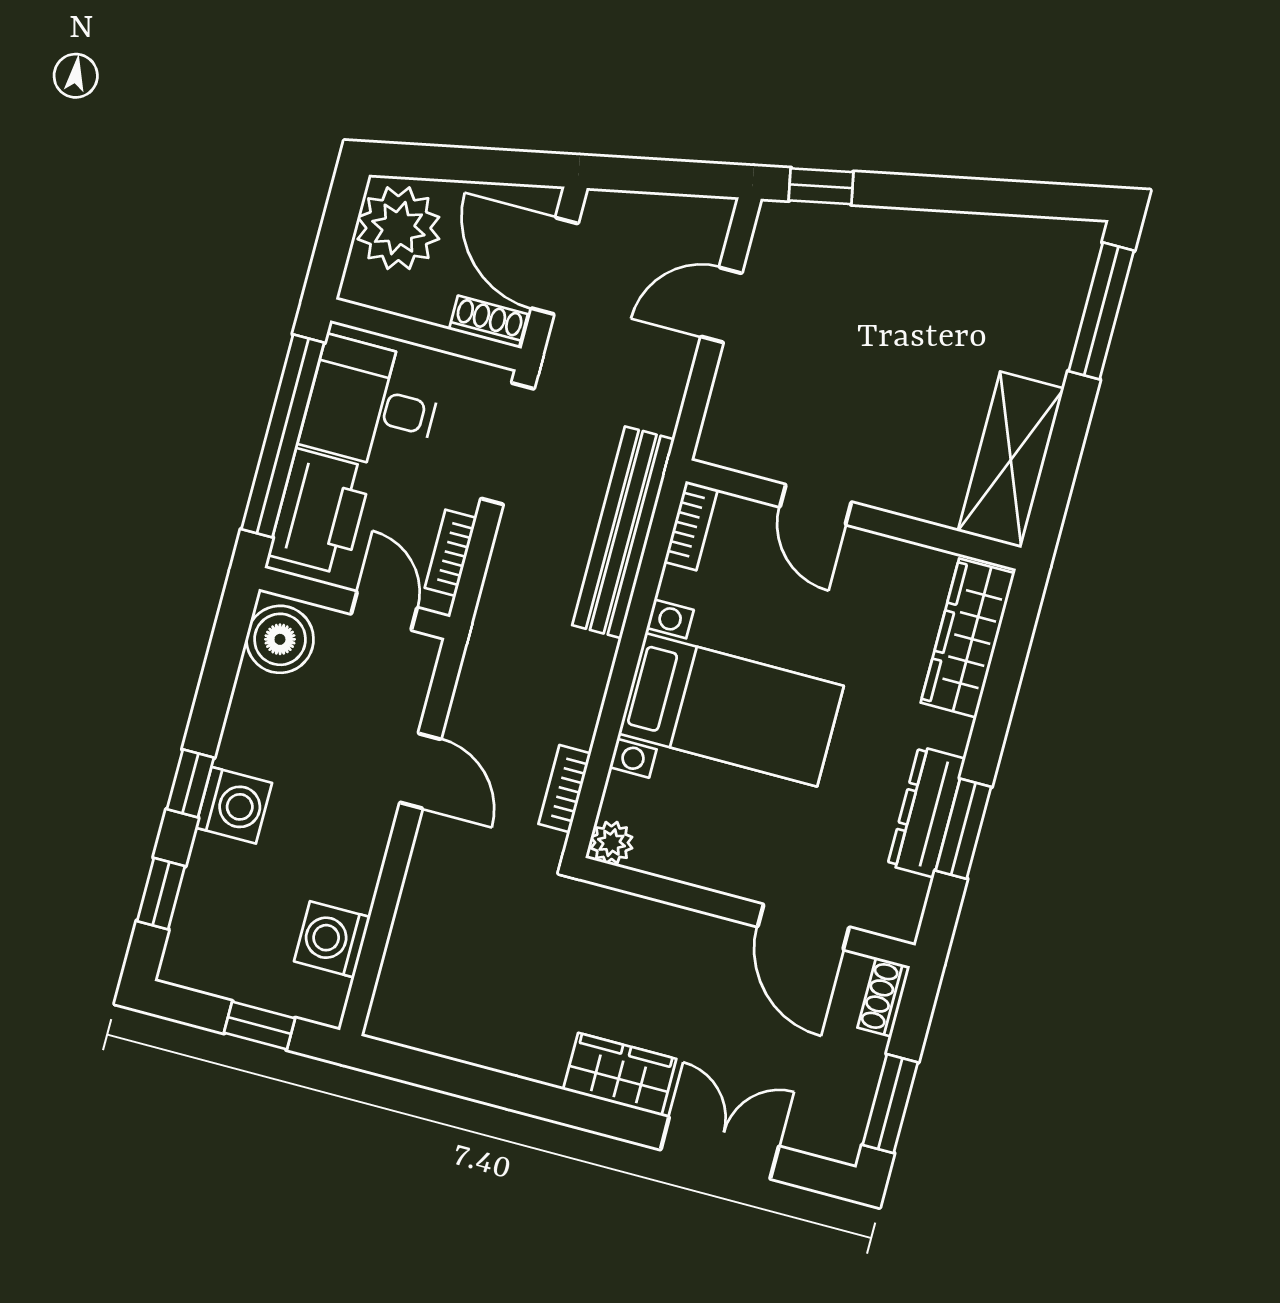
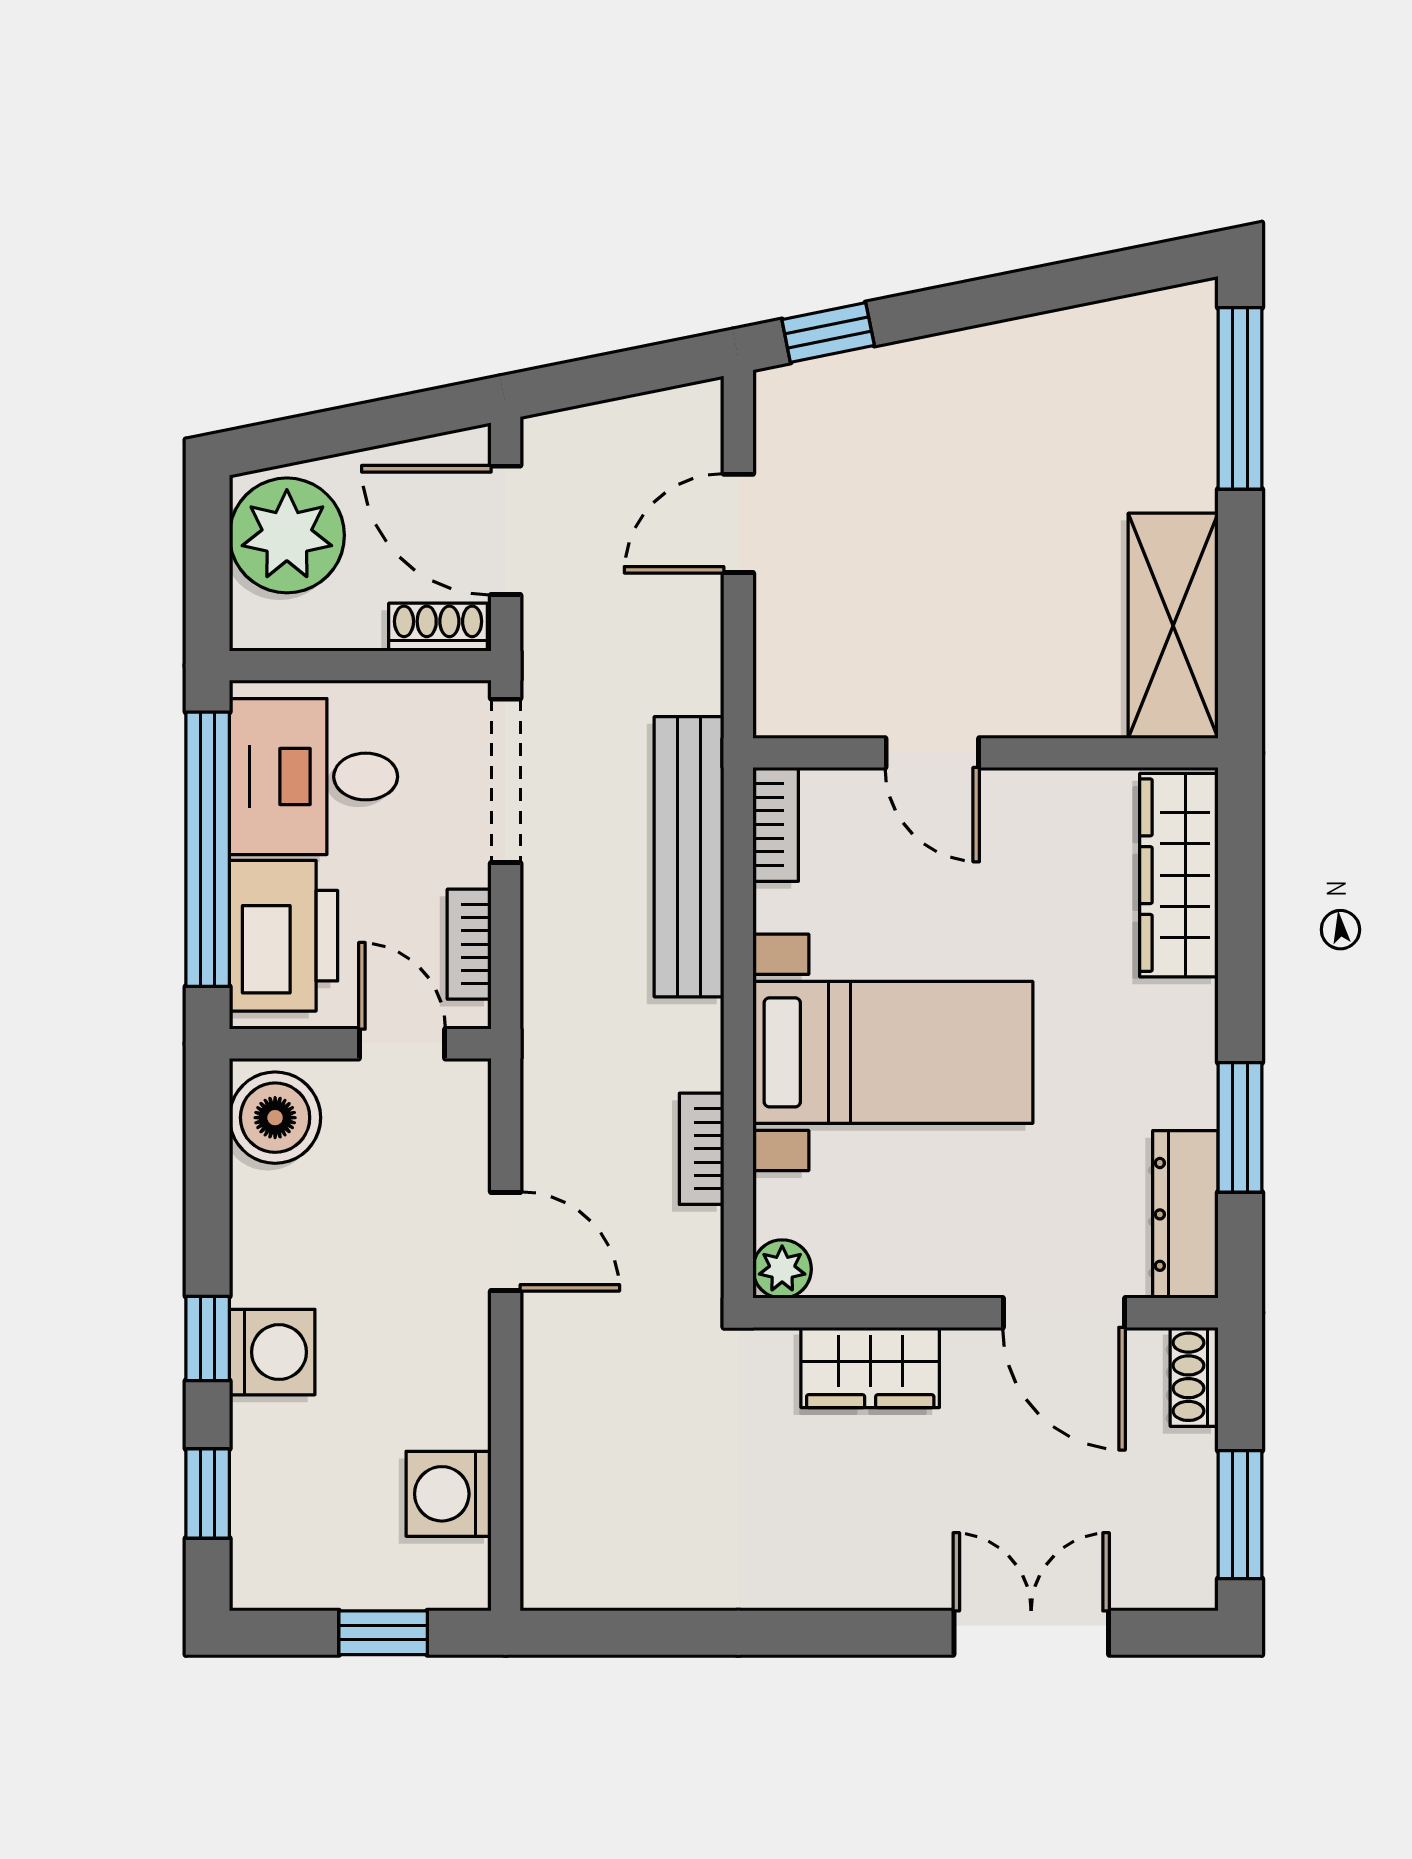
bookcase: (565, 789) -> (702, 1149), moved
dresser: (926, 812) -> (1185, 1214), moved
wardrobe: (620, 1074) -> (870, 1367), moved, turned 180

